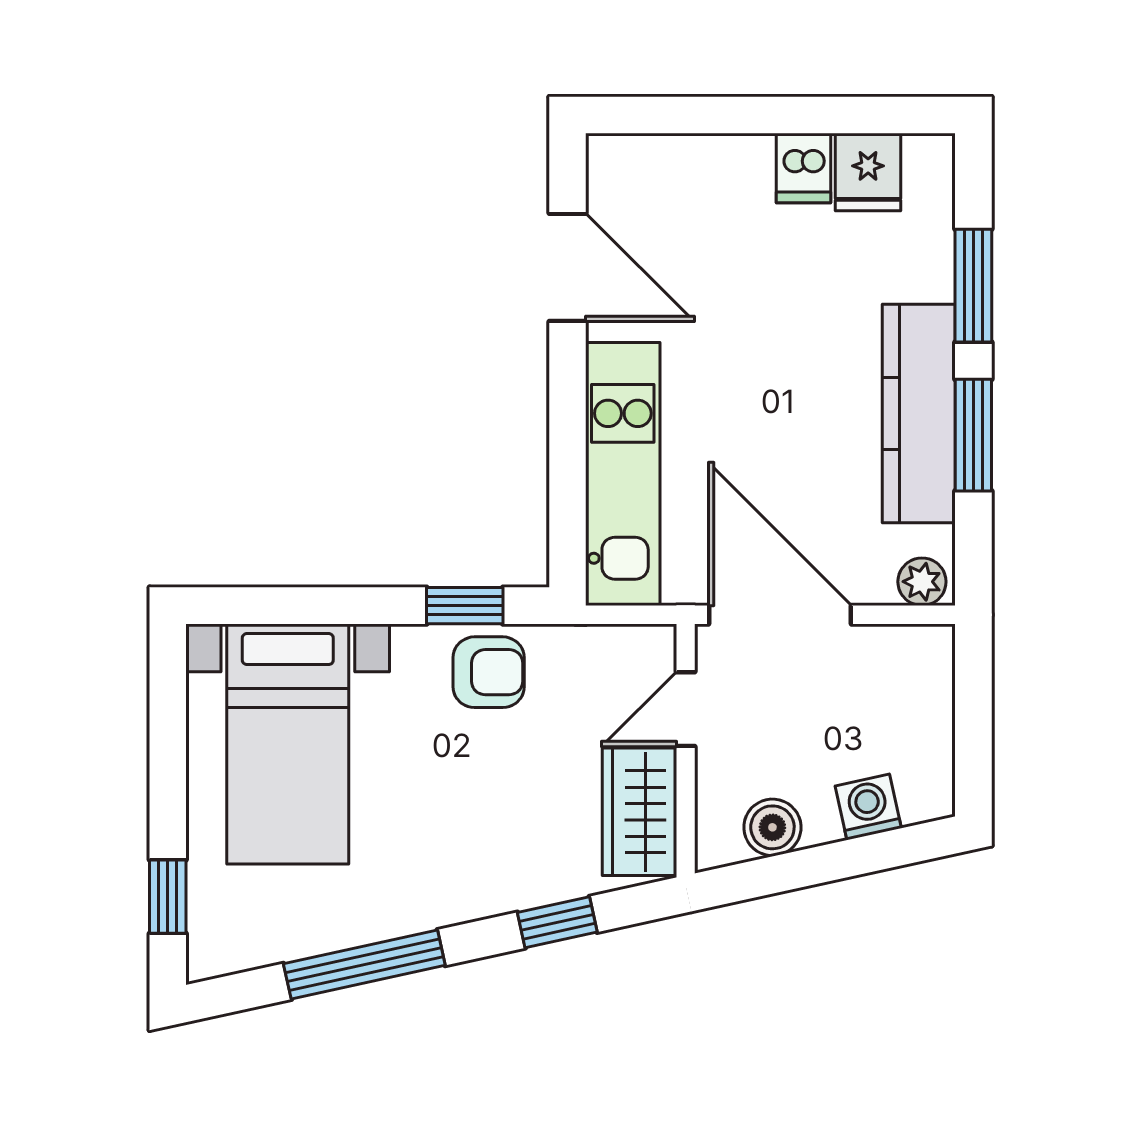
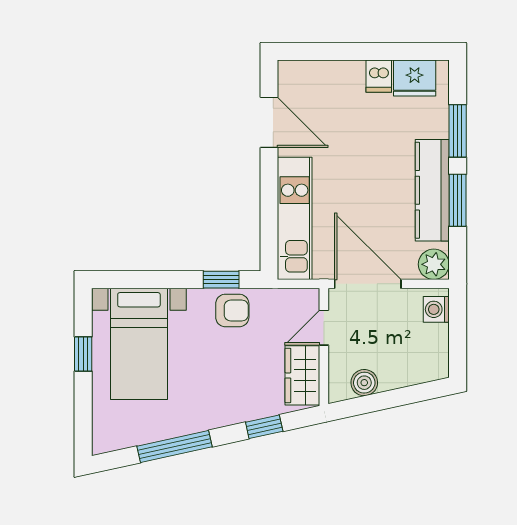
fridge: (868, 172) -> (415, 78), width x1.38
plant: (922, 582) -> (434, 264), width x1.38, depth x1.38
washing machine: (868, 807) -> (436, 309), moved, turned -78
window: (168, 897) -> (83, 354), moved

